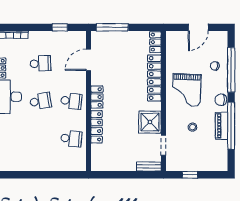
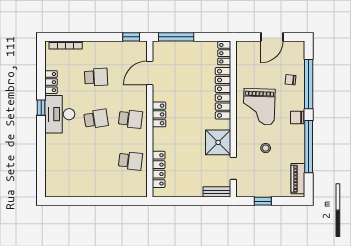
window: (60, 27) -> (131, 37), moved
piano: (221, 126) -> (298, 179), moved
locker: (97, 127) -> (159, 169), moved

